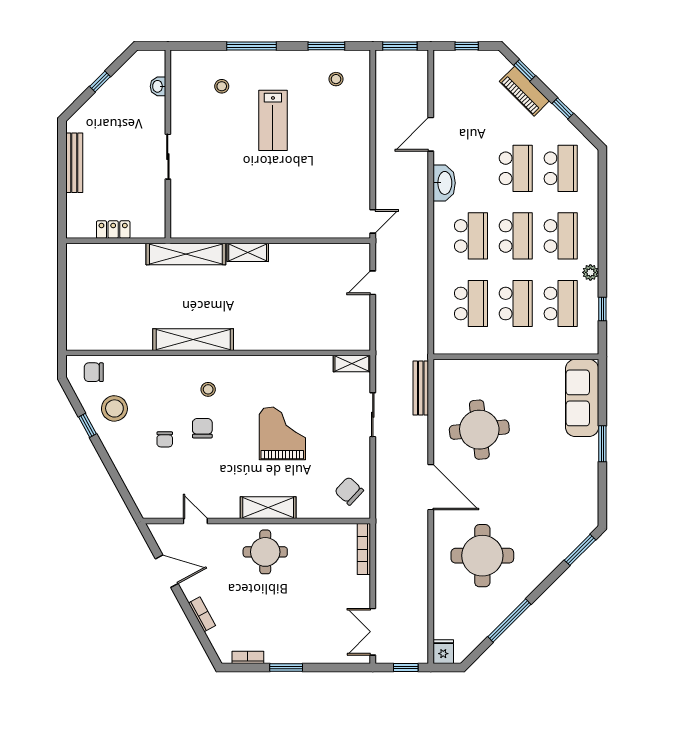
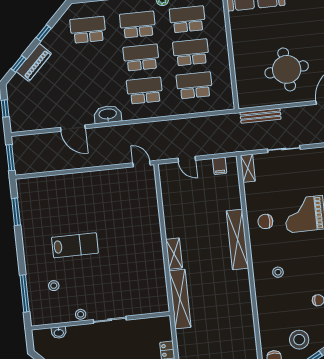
window: (252, 46) -> (25, 293), moved
stool: (336, 79) -> (81, 314), moved
school desk: (516, 168) -> (91, 63), removed
filing cabinet: (359, 326) -> (220, 166), added
shelving: (193, 340) -> (237, 239), moved
chair: (202, 428) -> (265, 221), moved

